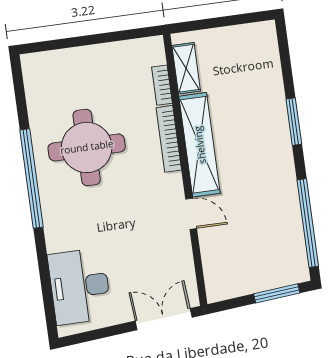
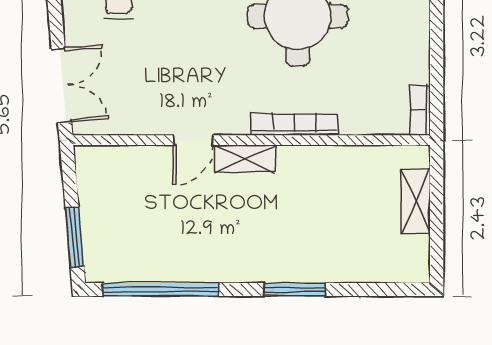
shelving: (186, 68) -> (416, 201), moved, turned 90
bookcase: (162, 85) -> (420, 110), moved, turned -90
shelving: (200, 145) -> (245, 159), width x0.45, depth x0.75

